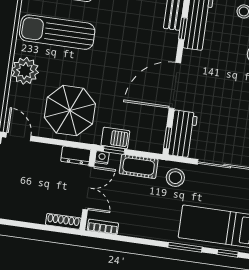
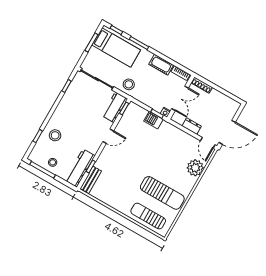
plant: (25, 71) -> (195, 168), moved
door: (175, 86) -> (108, 136), width x0.53
parasol: (70, 111) -> (173, 146), removed
dresser: (76, 156) -> (192, 126), moved
cot: (139, 166) -> (161, 65), moved
double door: (88, 188) -> (180, 98), swing flipped

